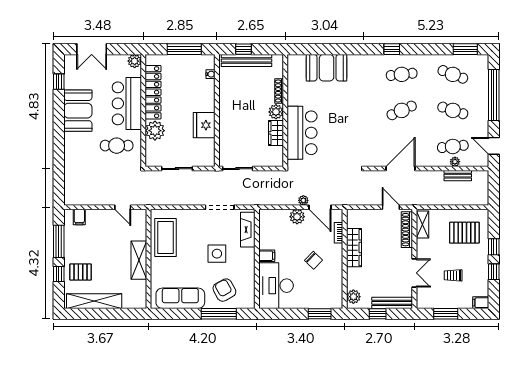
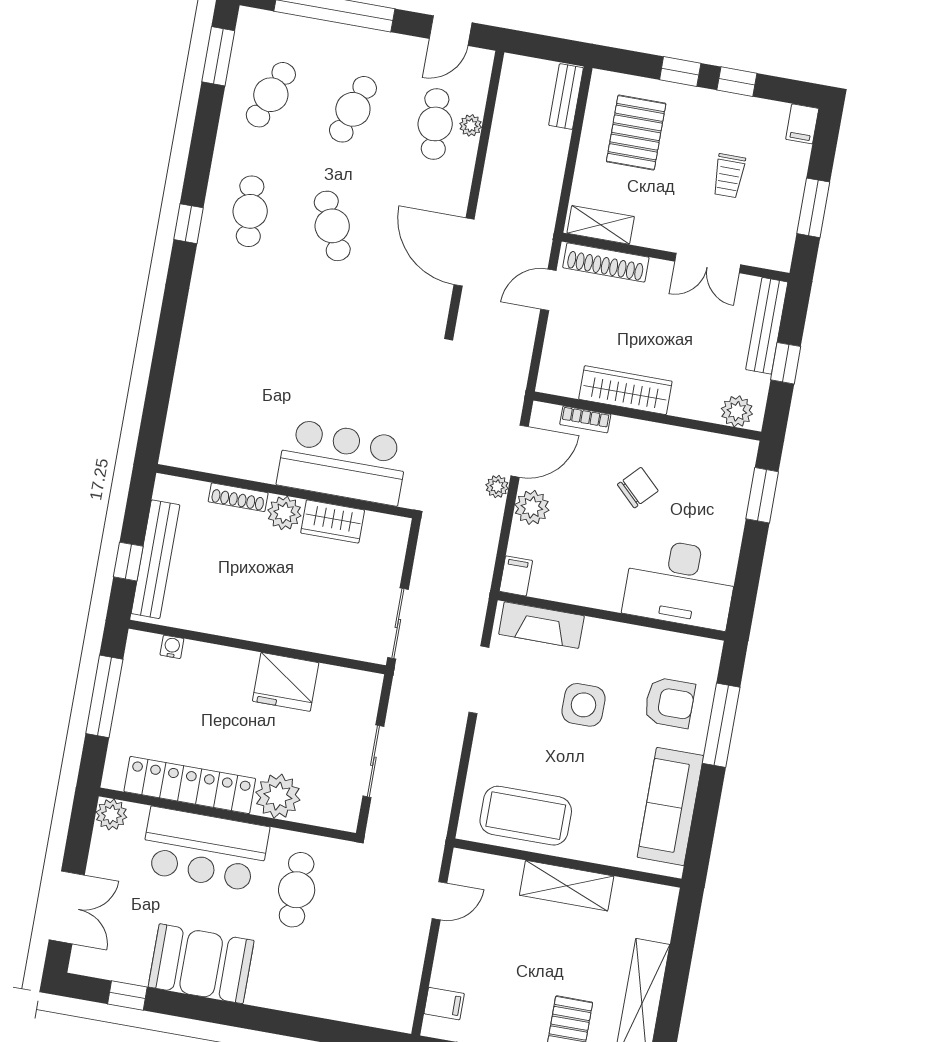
booth: (327, 68) -> (204, 380), removed
bench: (458, 176) -> (566, 97), moved
filing cabinet: (267, 256) -> (516, 576), moved
double door: (414, 273) -> (708, 263), swing flipped
armchair: (224, 290) -> (669, 703), turned -151

